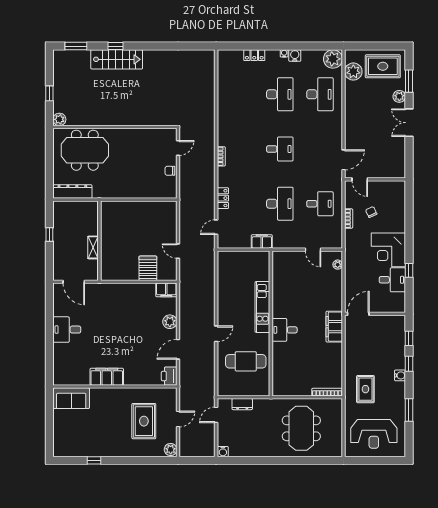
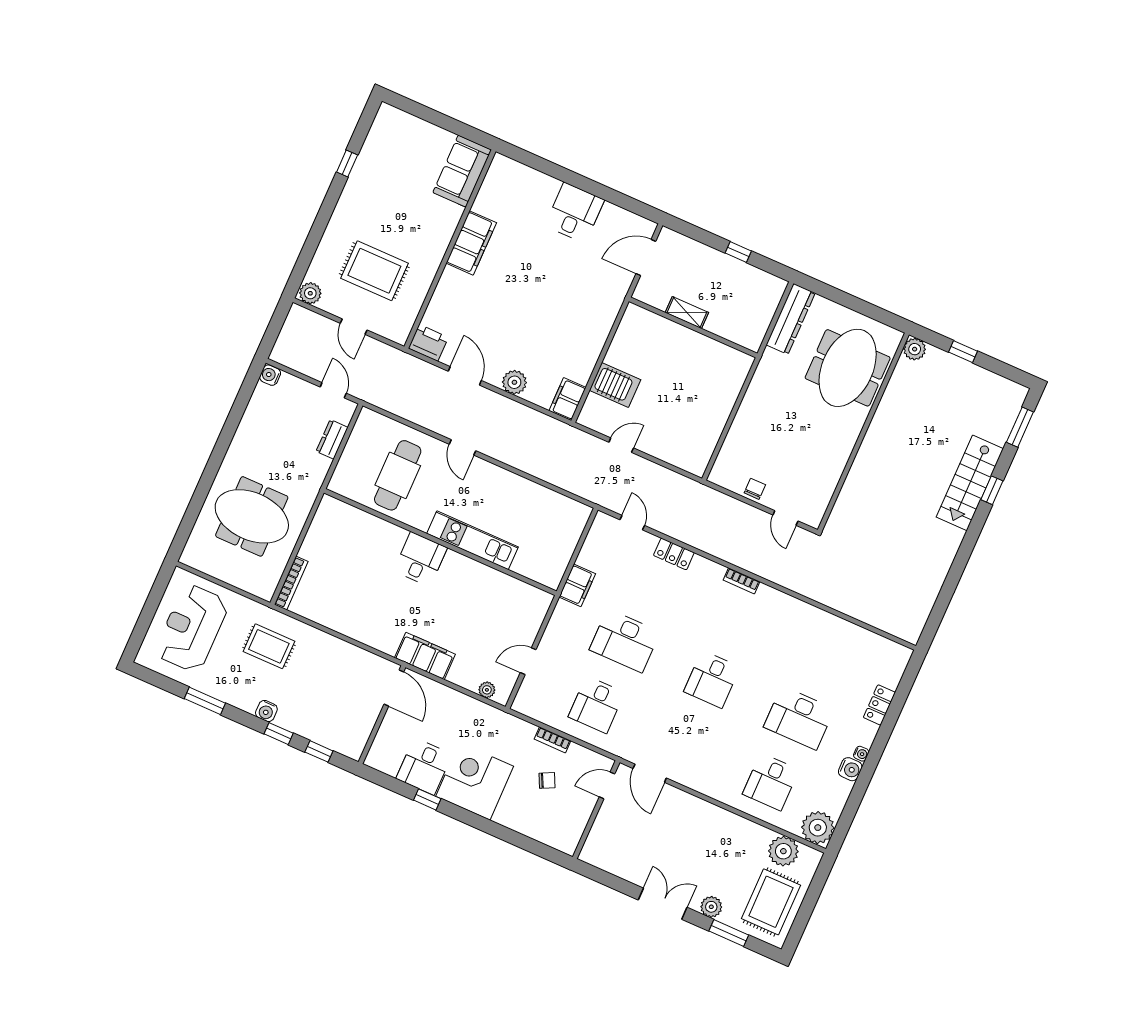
desk: (320, 94) -> (771, 782), width x0.73
filing cabinet: (334, 327) -> (425, 656), moved

